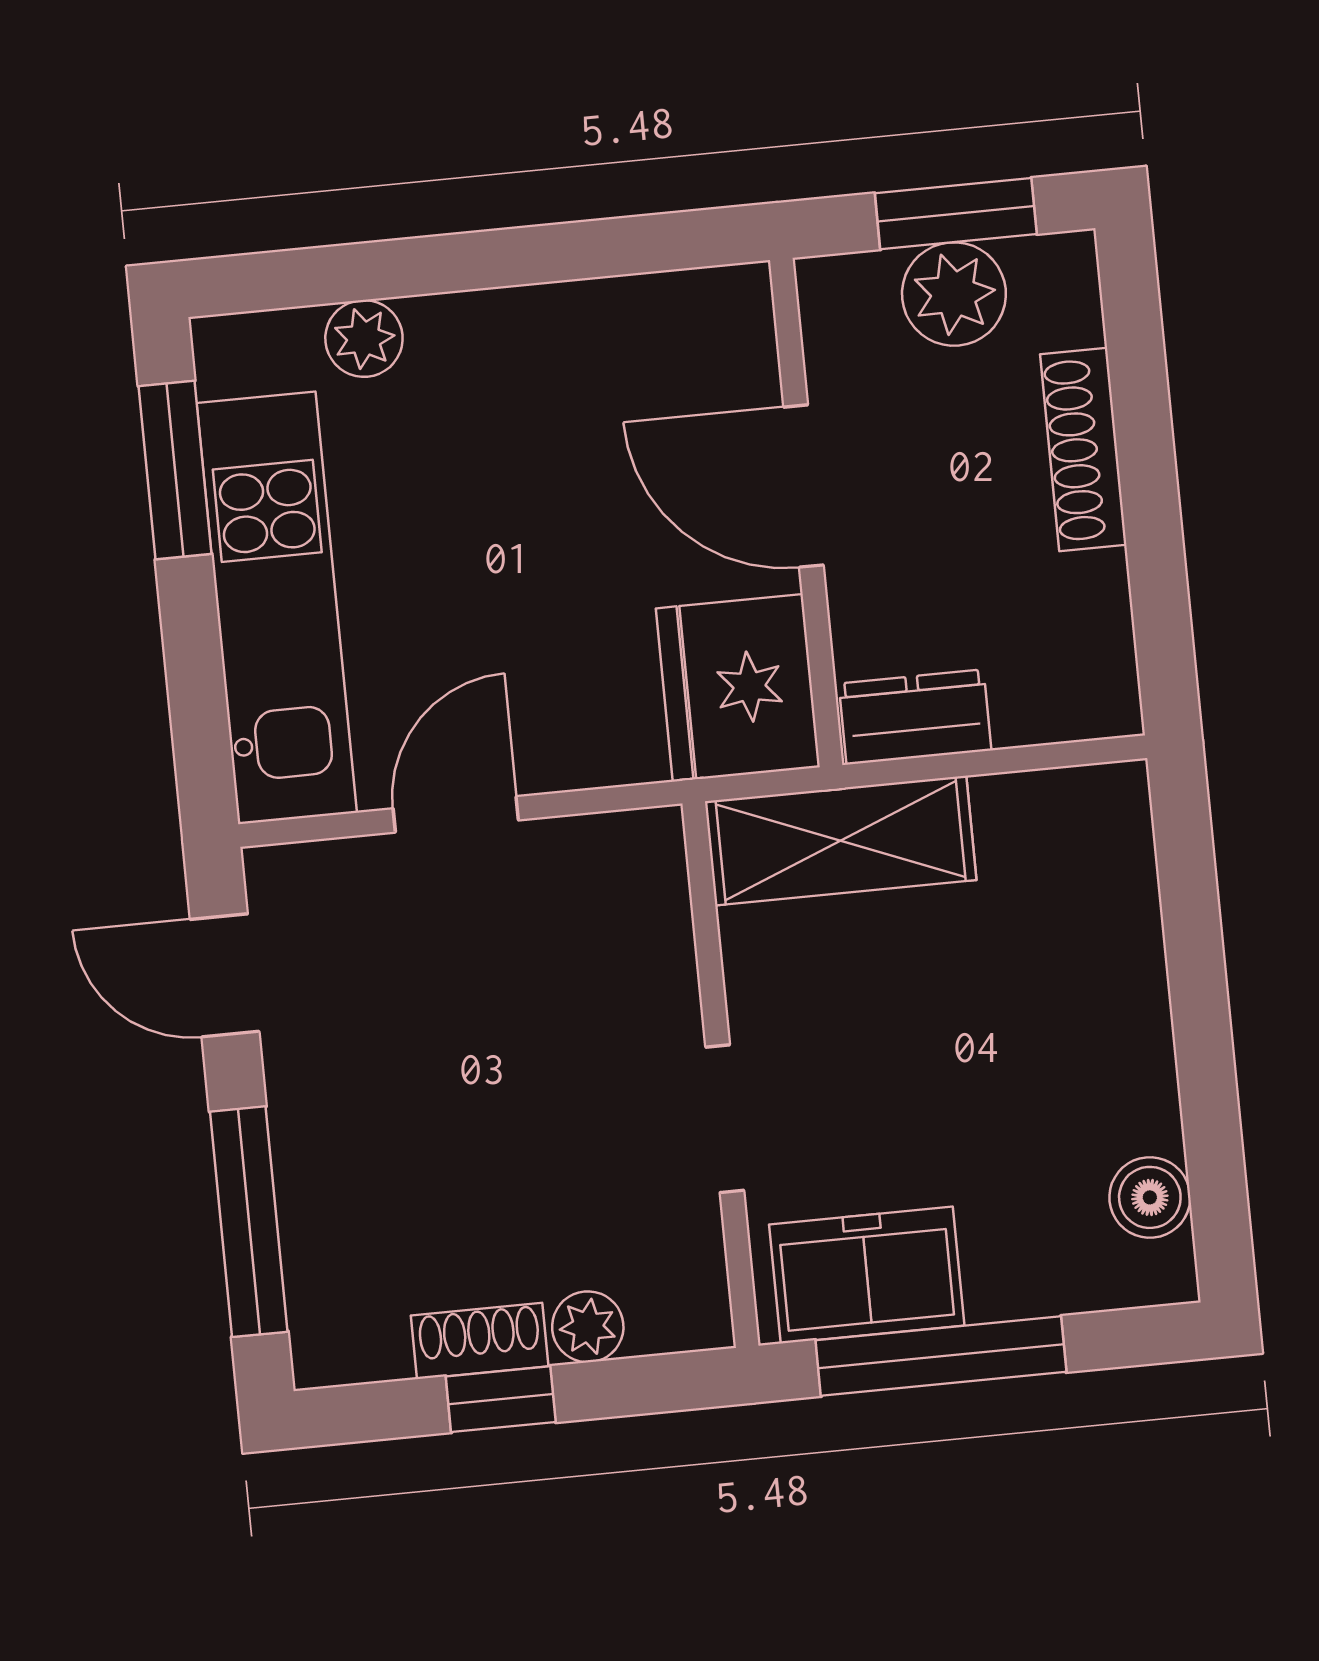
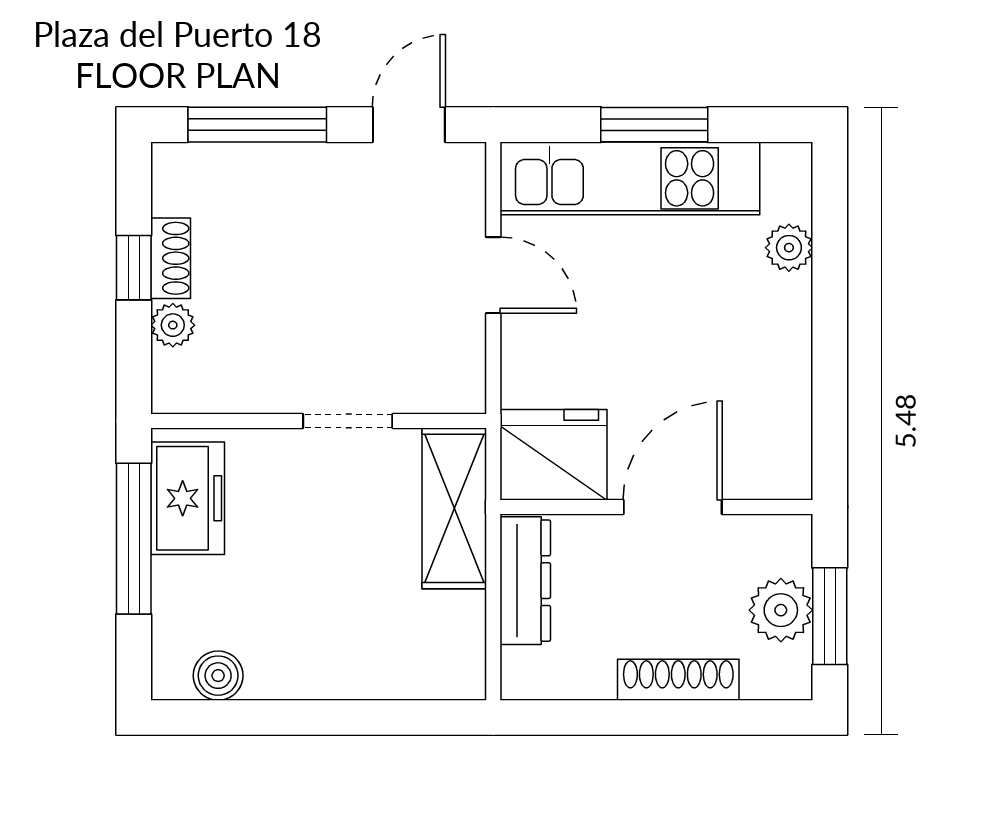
window: (175, 470) -> (654, 125), moved
dresser: (915, 717) -> (525, 581), width x1.44
doorway: (725, 1119) -> (348, 421), moved

